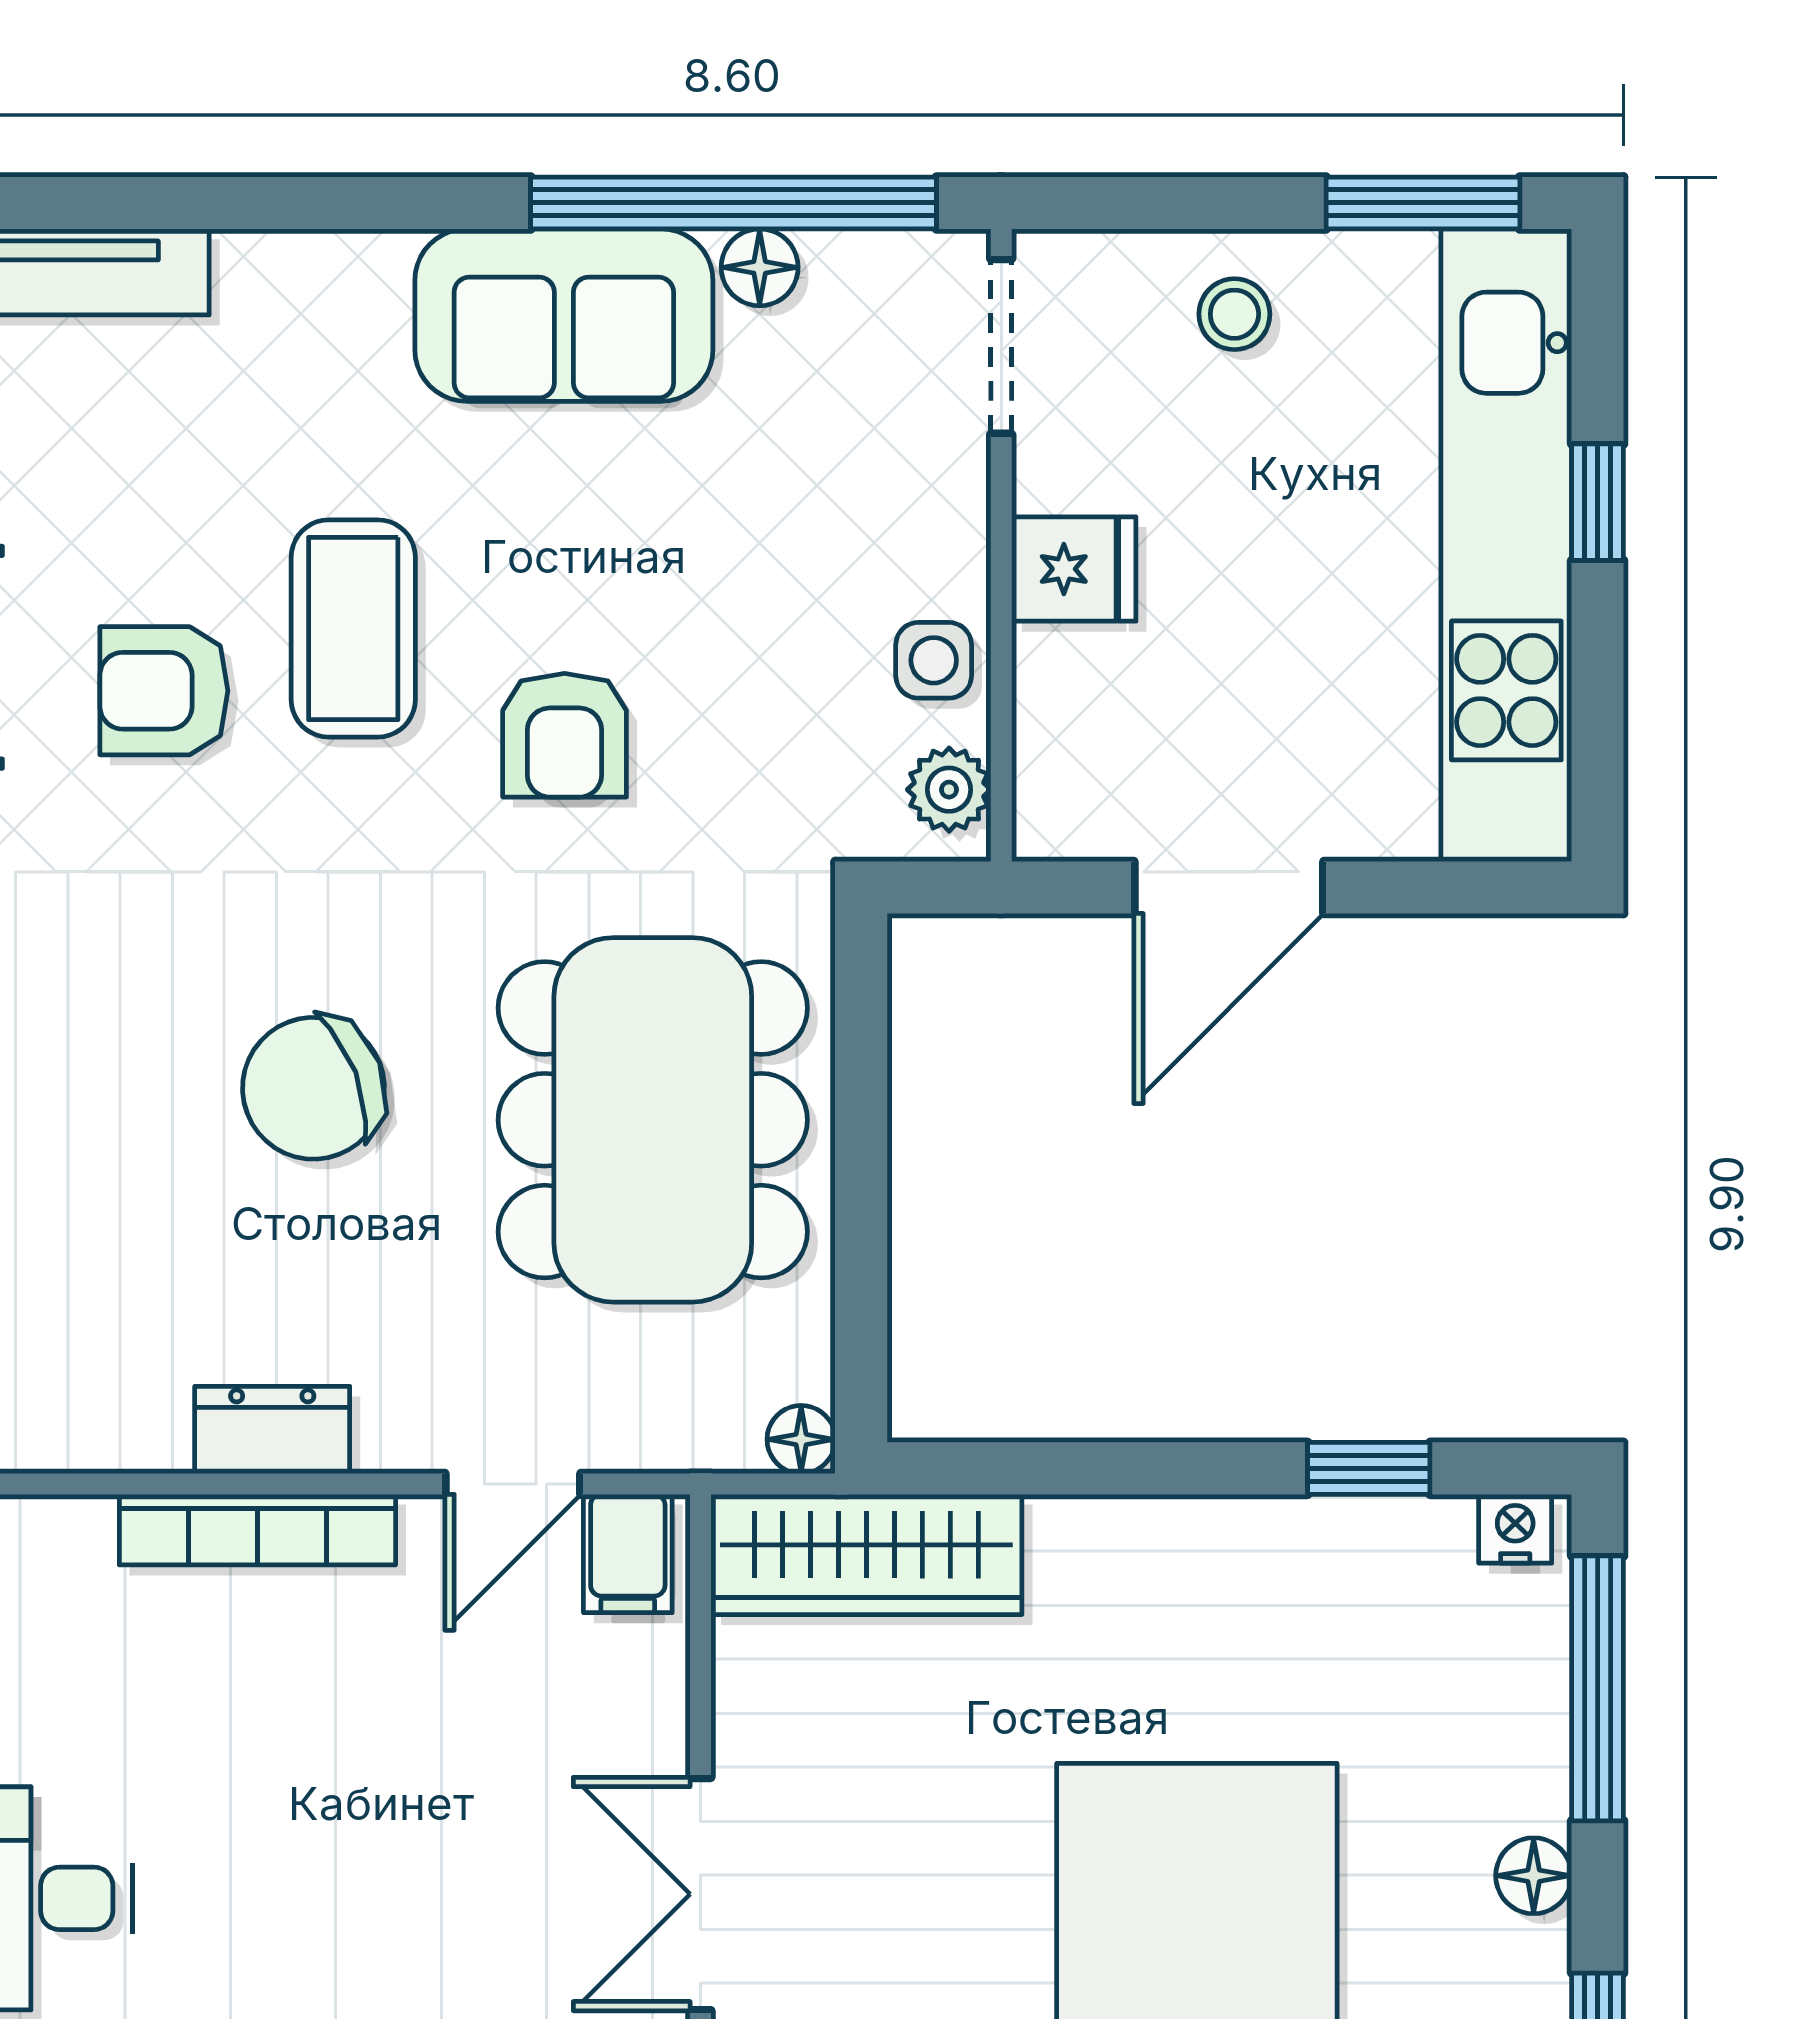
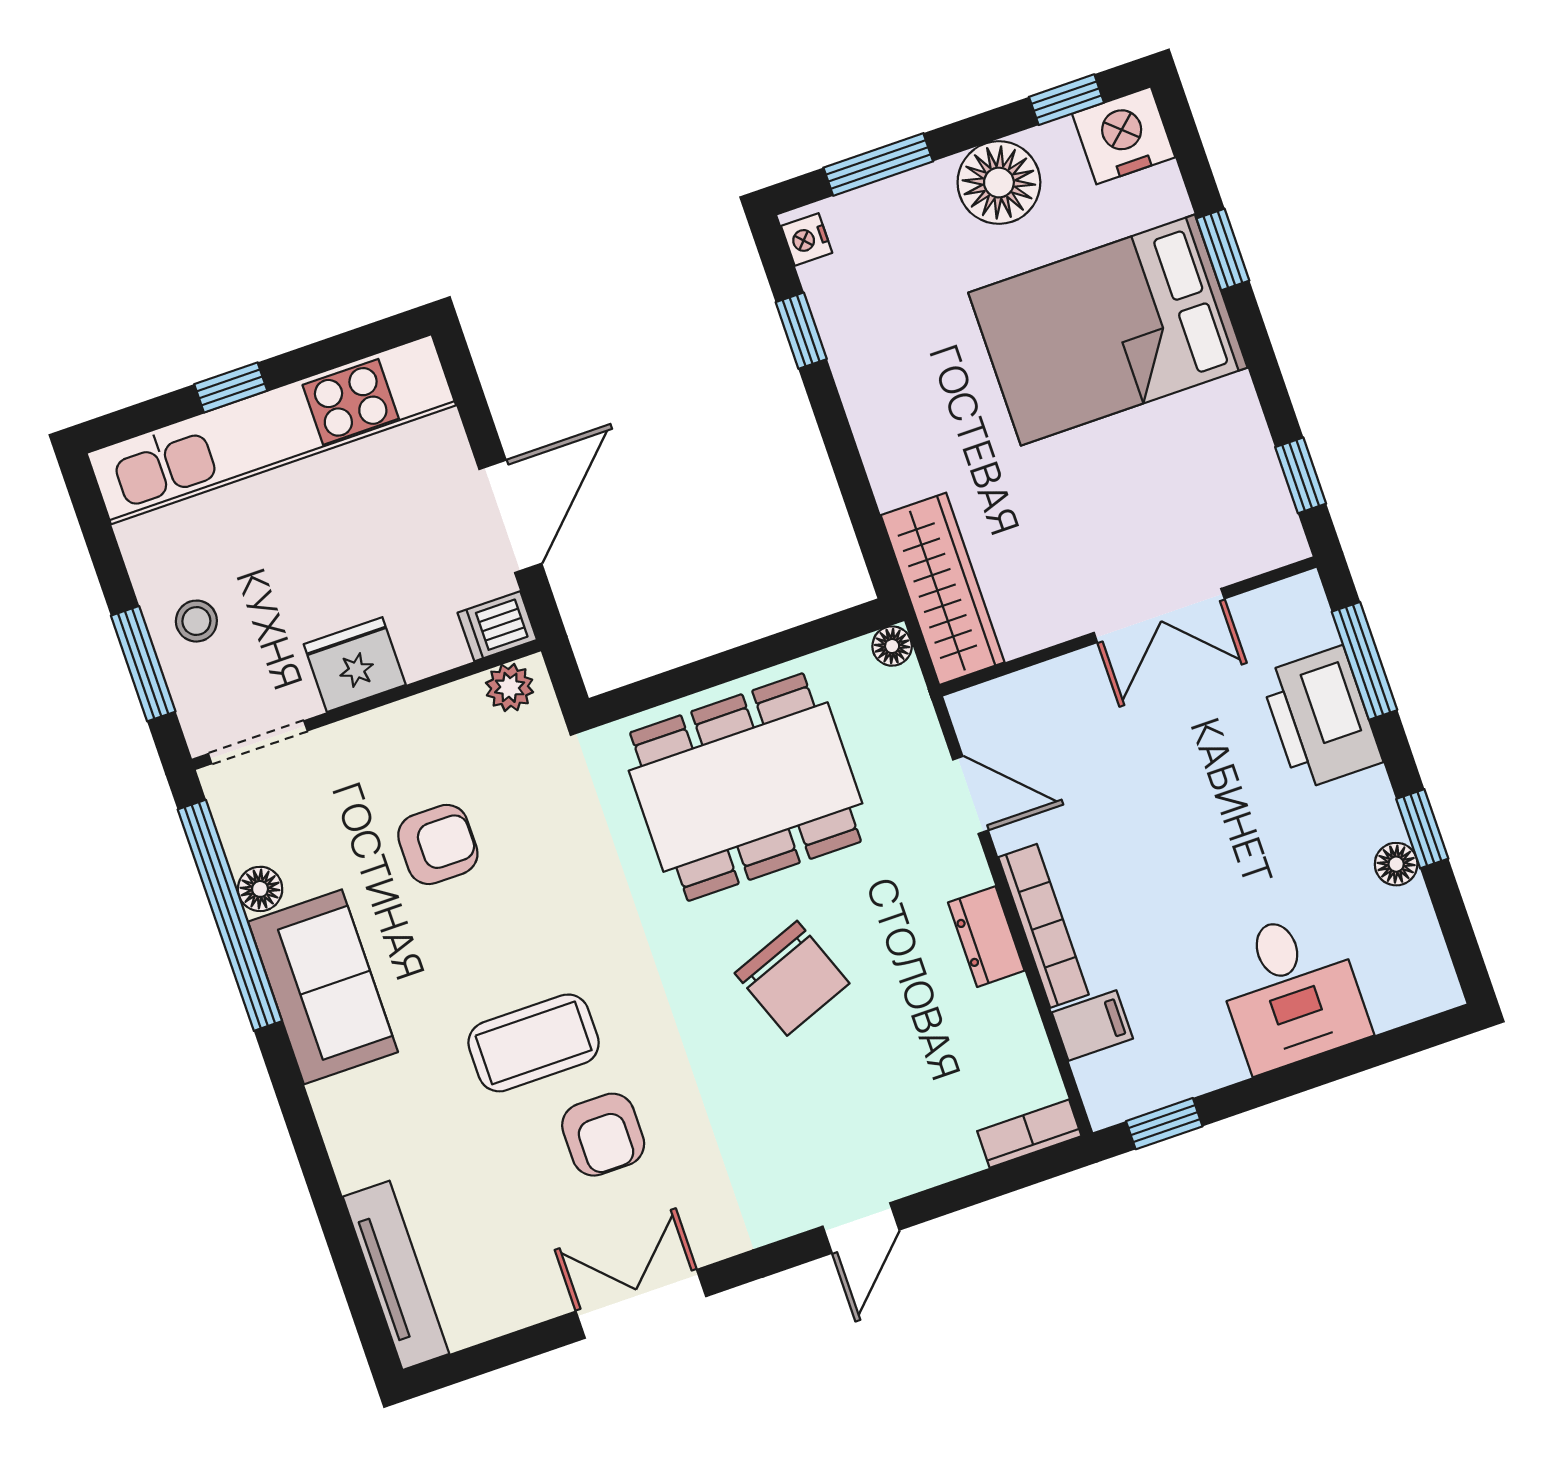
window: (1423, 203) -> (143, 664), moved
fridge: (1074, 569) -> (355, 665), width x1.38
side table: (934, 660) -> (442, 720), removed
armchair: (565, 735) -> (438, 844), moved
dishwasher: (1056, 804) -> (497, 626), added
door: (1229, 888) -> (510, 516), hinge flipped
filing cabinet: (628, 1553) -> (1092, 1026), moved
window: (1598, 1688) -> (878, 164), width x0.69
floor lamp: (1534, 1876) -> (999, 183), width x1.89, depth x1.89

